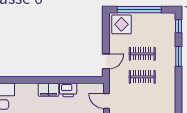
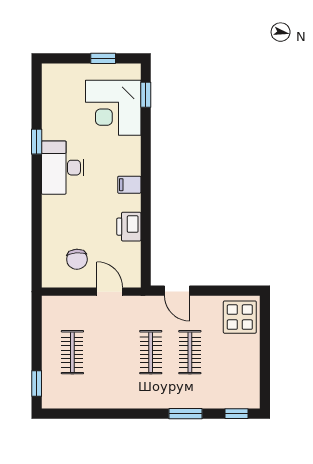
window: (139, 10) -> (265, 347), removed
filing cabinet: (49, 90) -> (129, 185), width x0.50
door: (106, 101) -> (110, 292), hinge flipped

